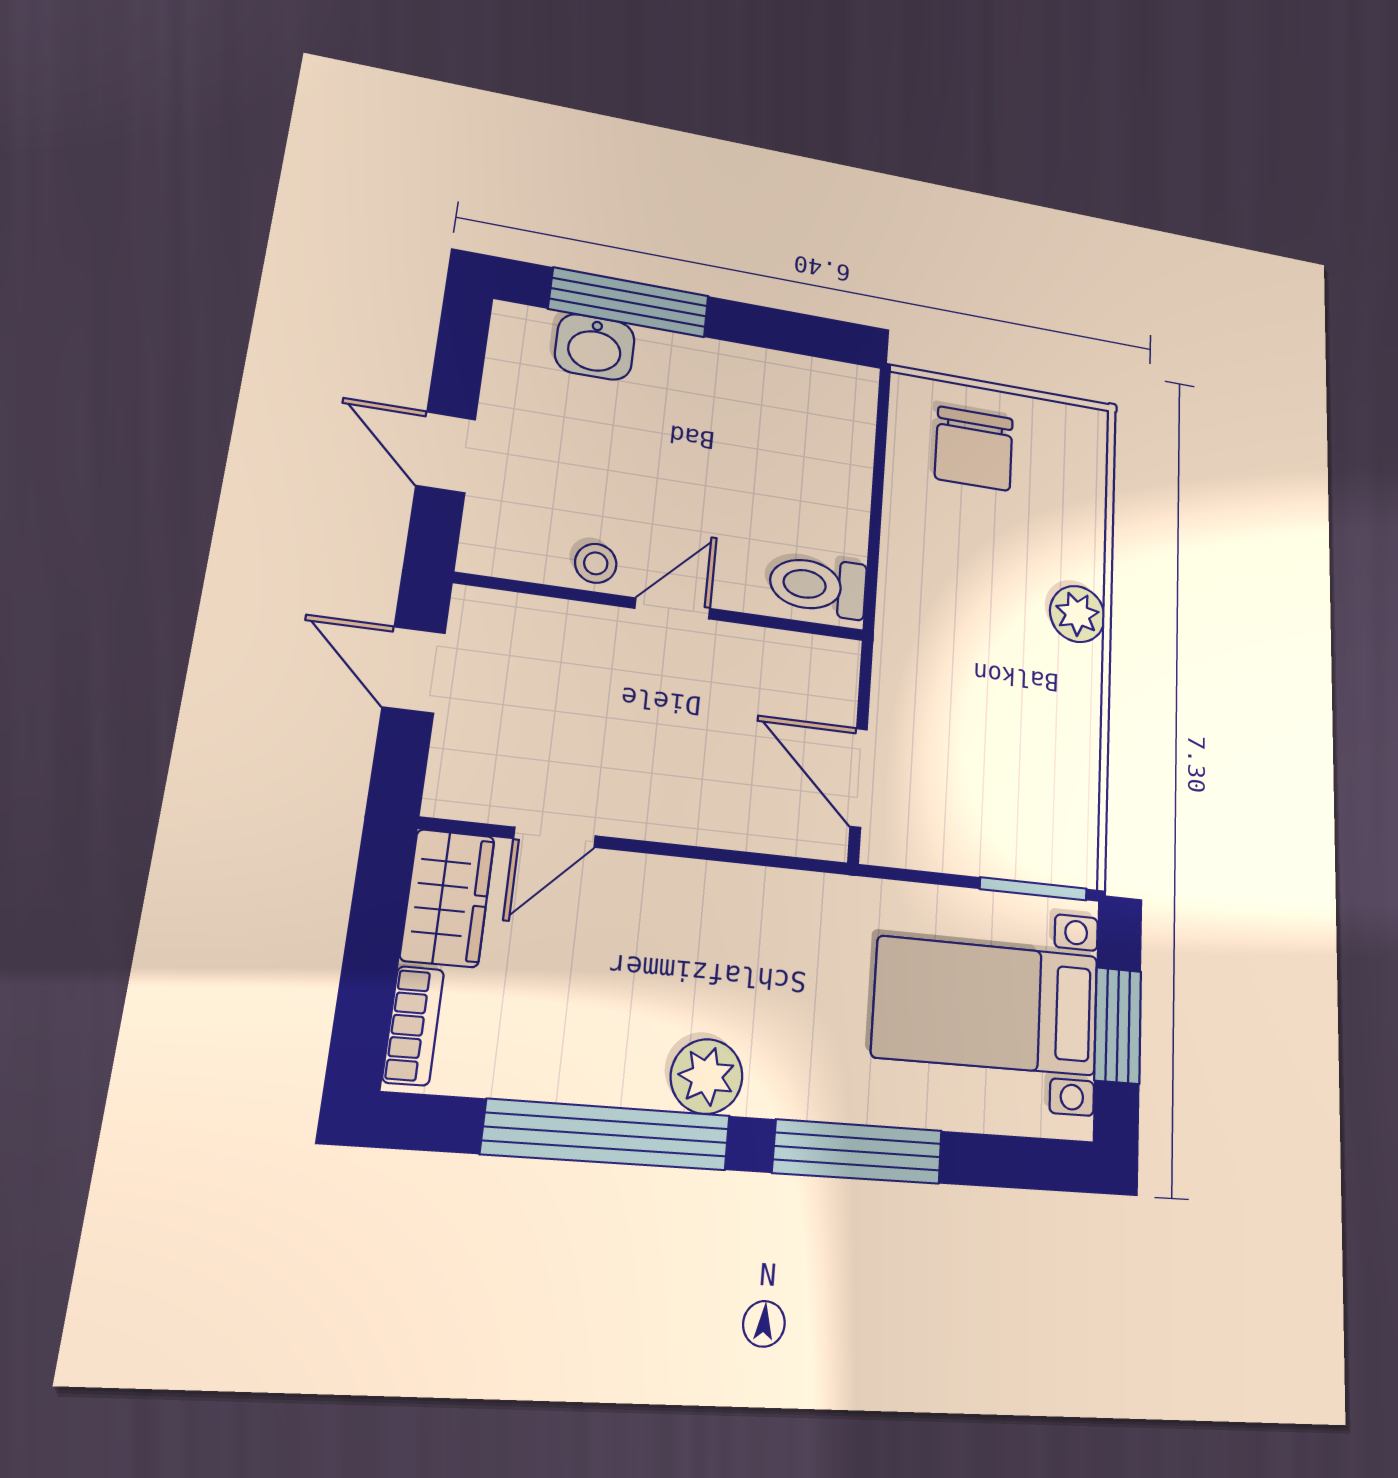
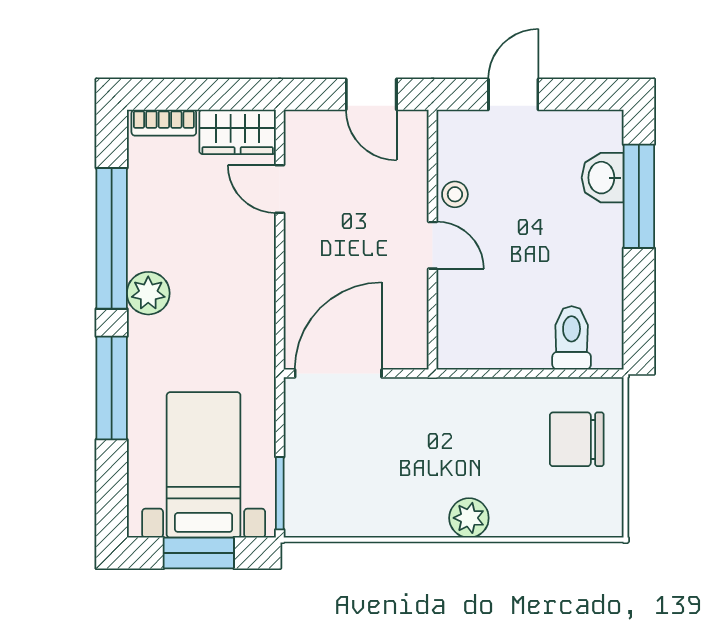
toilet: (818, 586) -> (572, 338), moved
door: (414, 670) -> (371, 94), swing flipped
door: (859, 778) -> (338, 373), width x1.36

